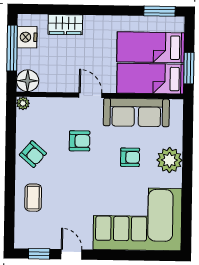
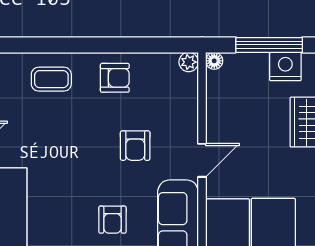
floor lamp: (28, 81) -> (214, 61), width x0.53, depth x0.53
armchair: (33, 154) -> (115, 78), turned -131

